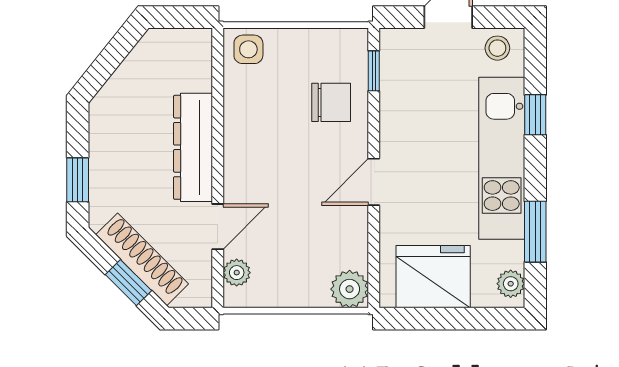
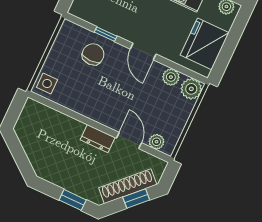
window: (374, 71) -> (106, 34), moved
dresser: (193, 147) -> (98, 139), width x0.51, depth x0.80
plant: (353, 247) -> (171, 77), added

